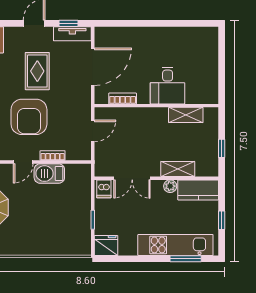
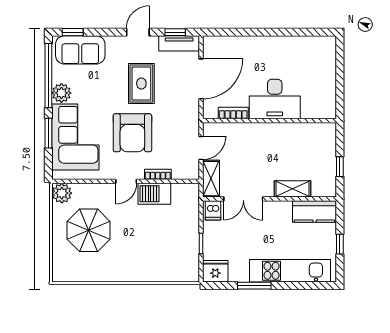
desk: (168, 86) -> (275, 99), width x1.37
shelving: (186, 115) -> (211, 179), moved, turned 90
plant: (170, 186) -> (284, 207), removed
window: (186, 259) -> (254, 286), moved

